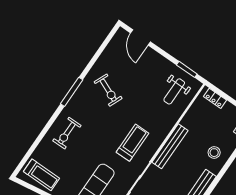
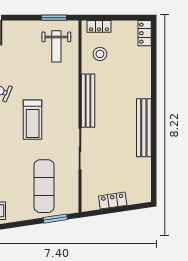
treadmill: (133, 143) -> (33, 120), moved, turned 180
stool: (214, 153) -> (100, 54), moved

